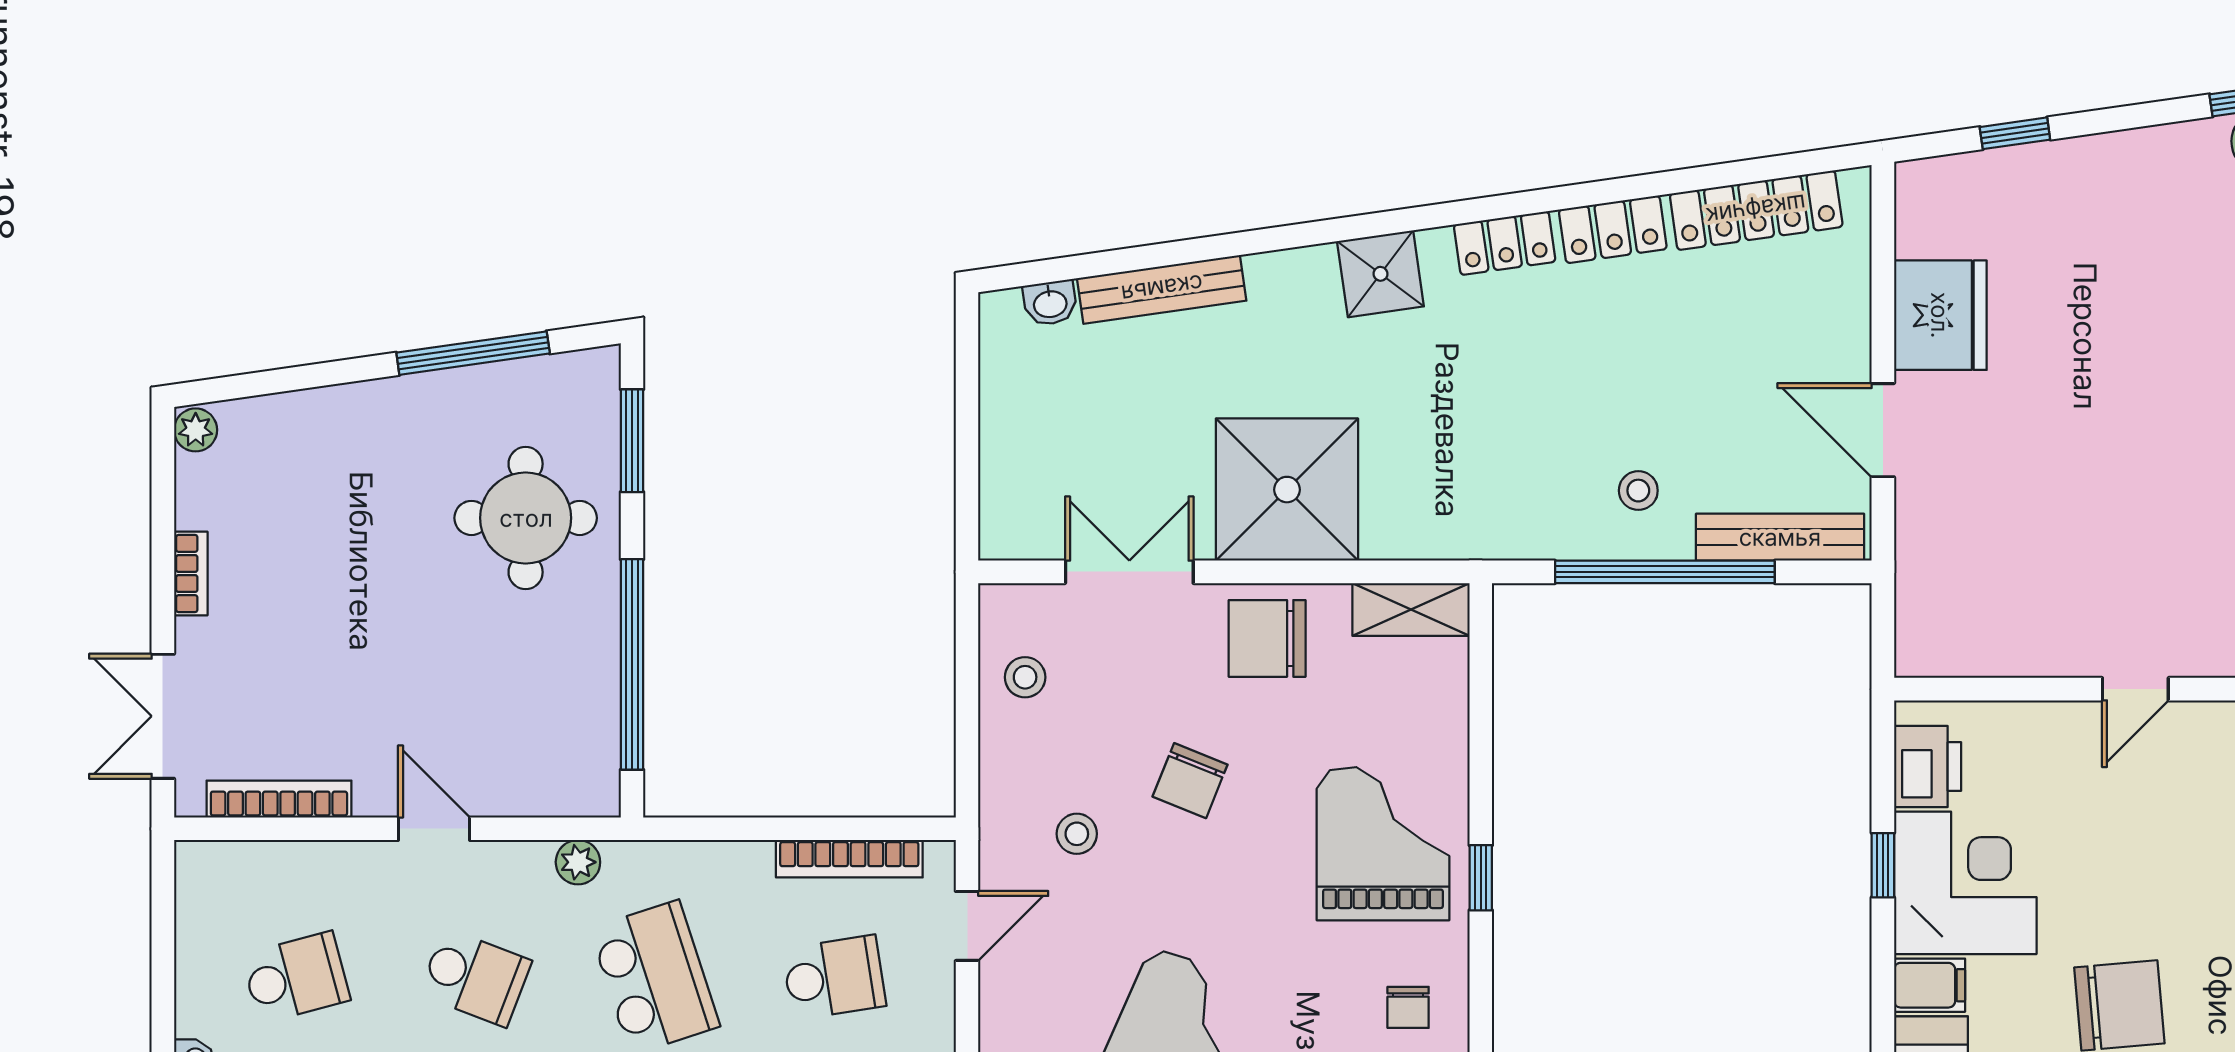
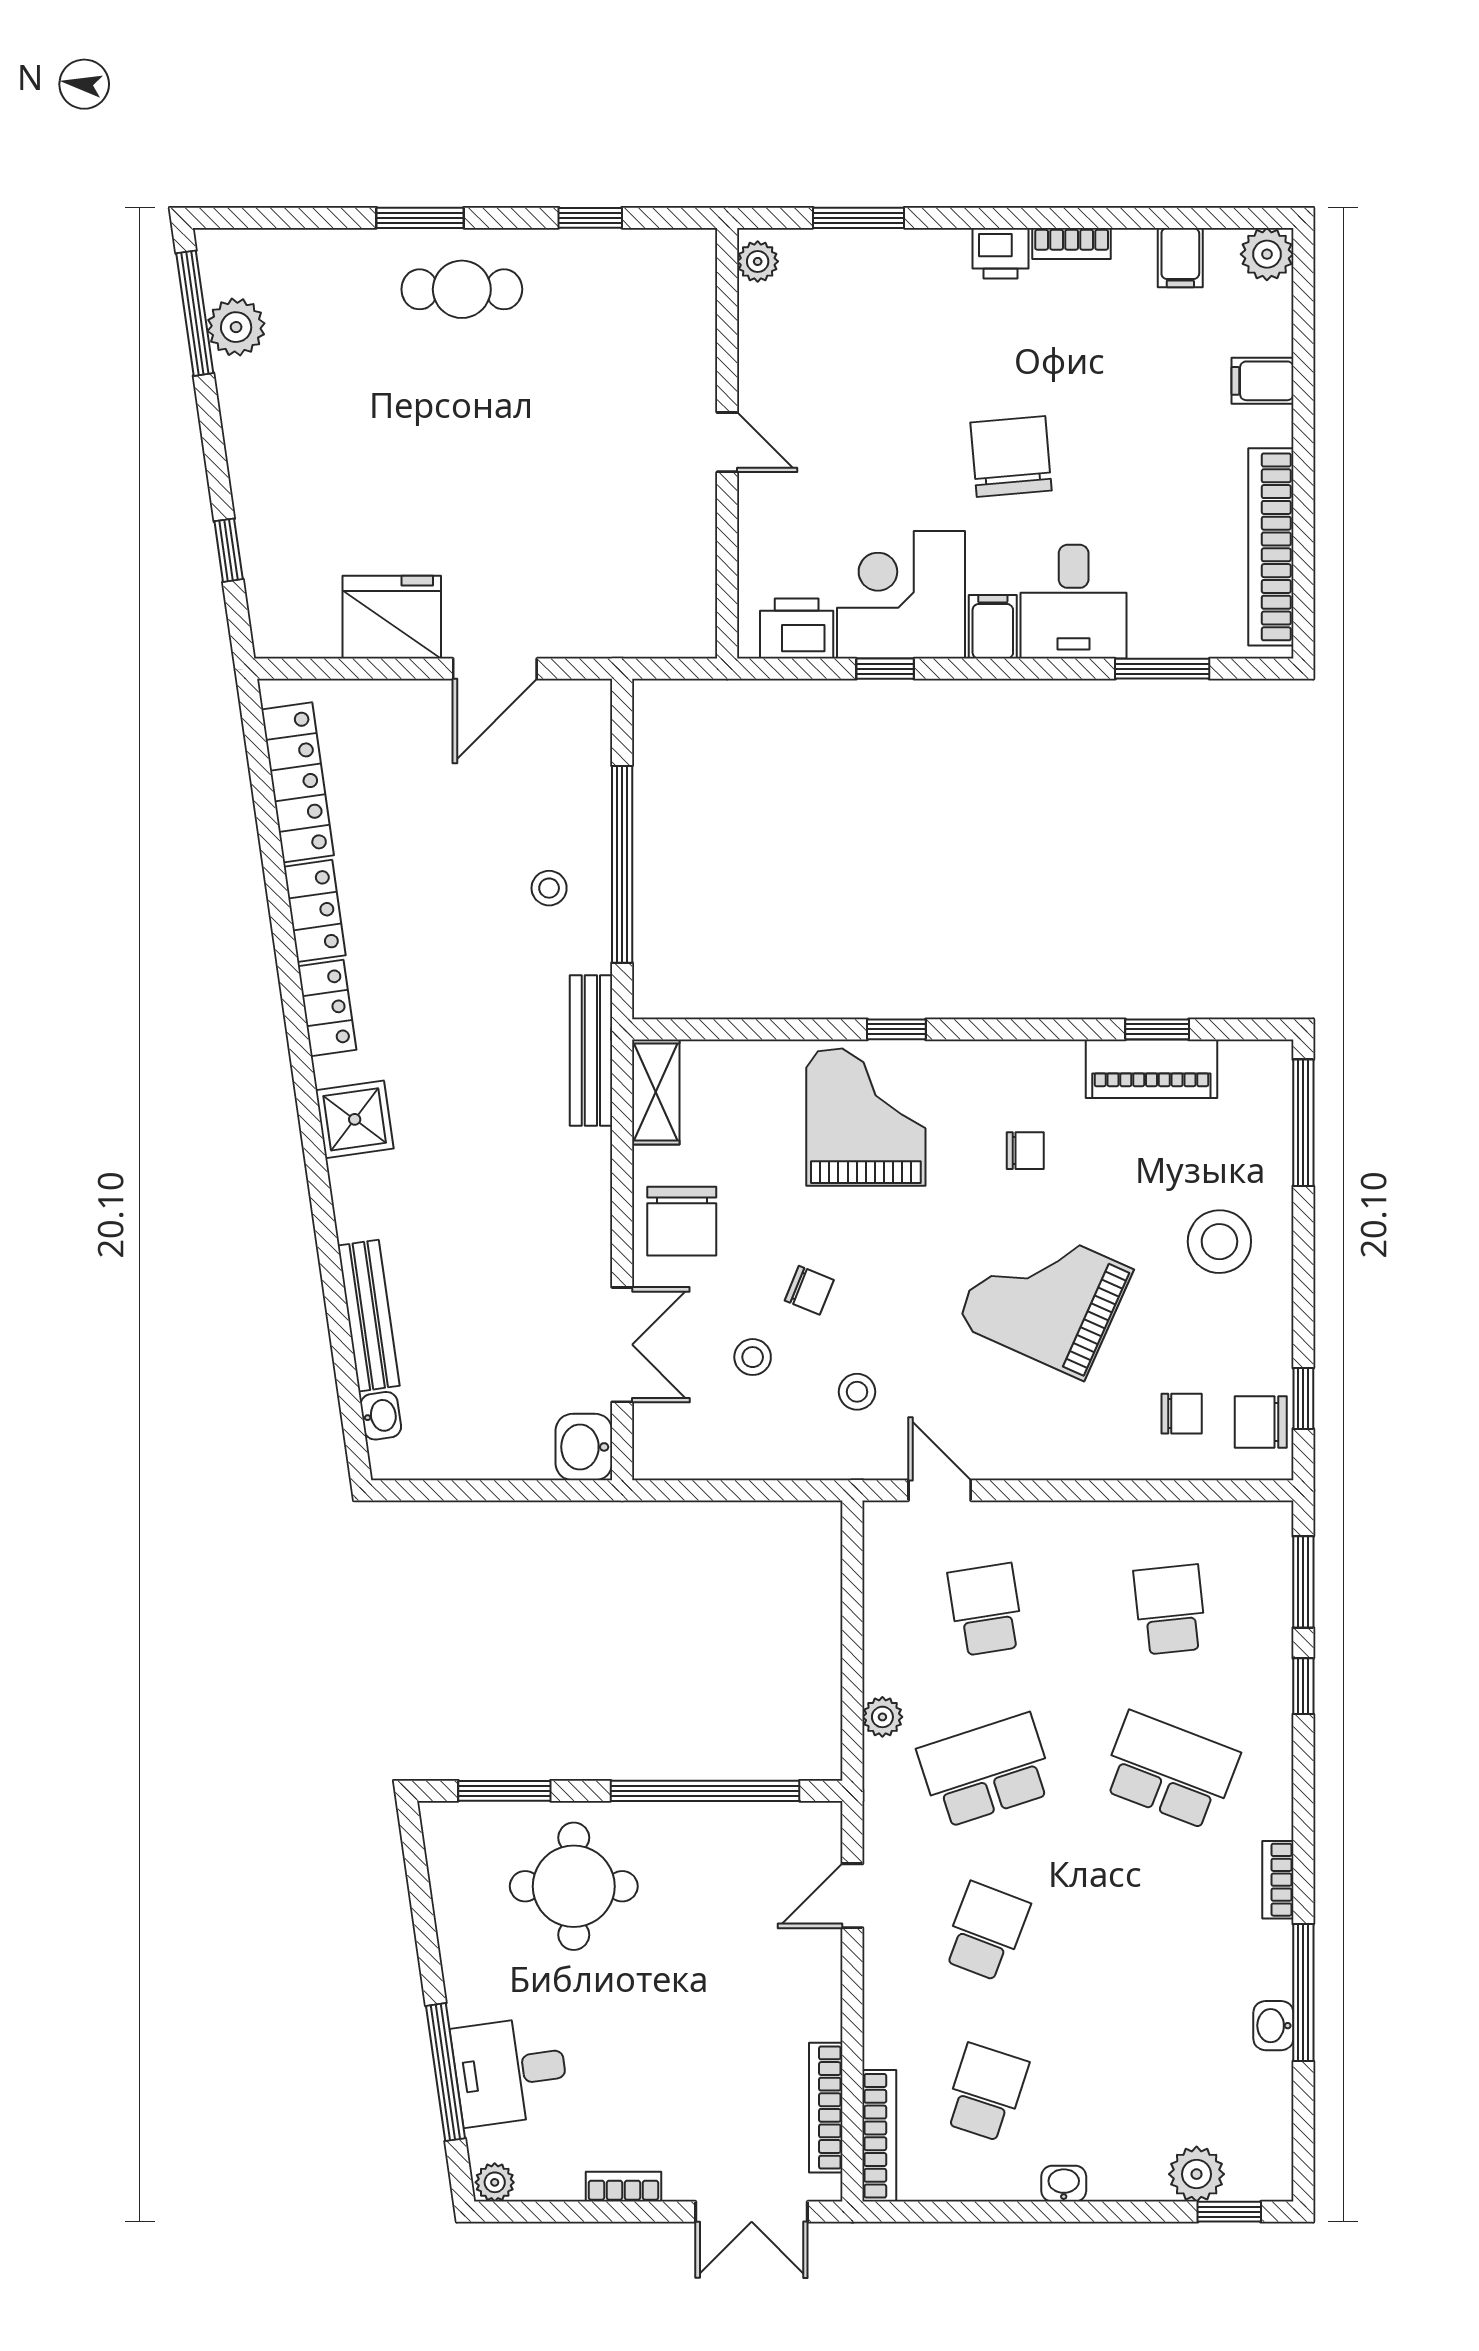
window: (473, 353) -> (445, 2072), moved
desk: (320, 447) -> (510, 2071), added
shower: (1287, 490) -> (548, 1203), removed
washbasin: (1015, 529) -> (584, 1447), added
bench: (1780, 537) -> (591, 1051), moved
double door: (1129, 572) -> (622, 1345), swing flipped
stool: (1025, 677) -> (753, 1357), moved
chair: (1190, 781) -> (809, 1290), width x0.73, depth x0.73
door: (434, 829) -> (852, 1896), moved
grand piano: (1383, 844) -> (866, 1117), turned 90
bookcase: (849, 859) -> (879, 2136), moved
plant: (578, 862) -> (882, 1717), moved
school desk: (296, 977) -> (986, 2092), turned 33
chair: (1408, 1007) -> (1025, 1151), moved

